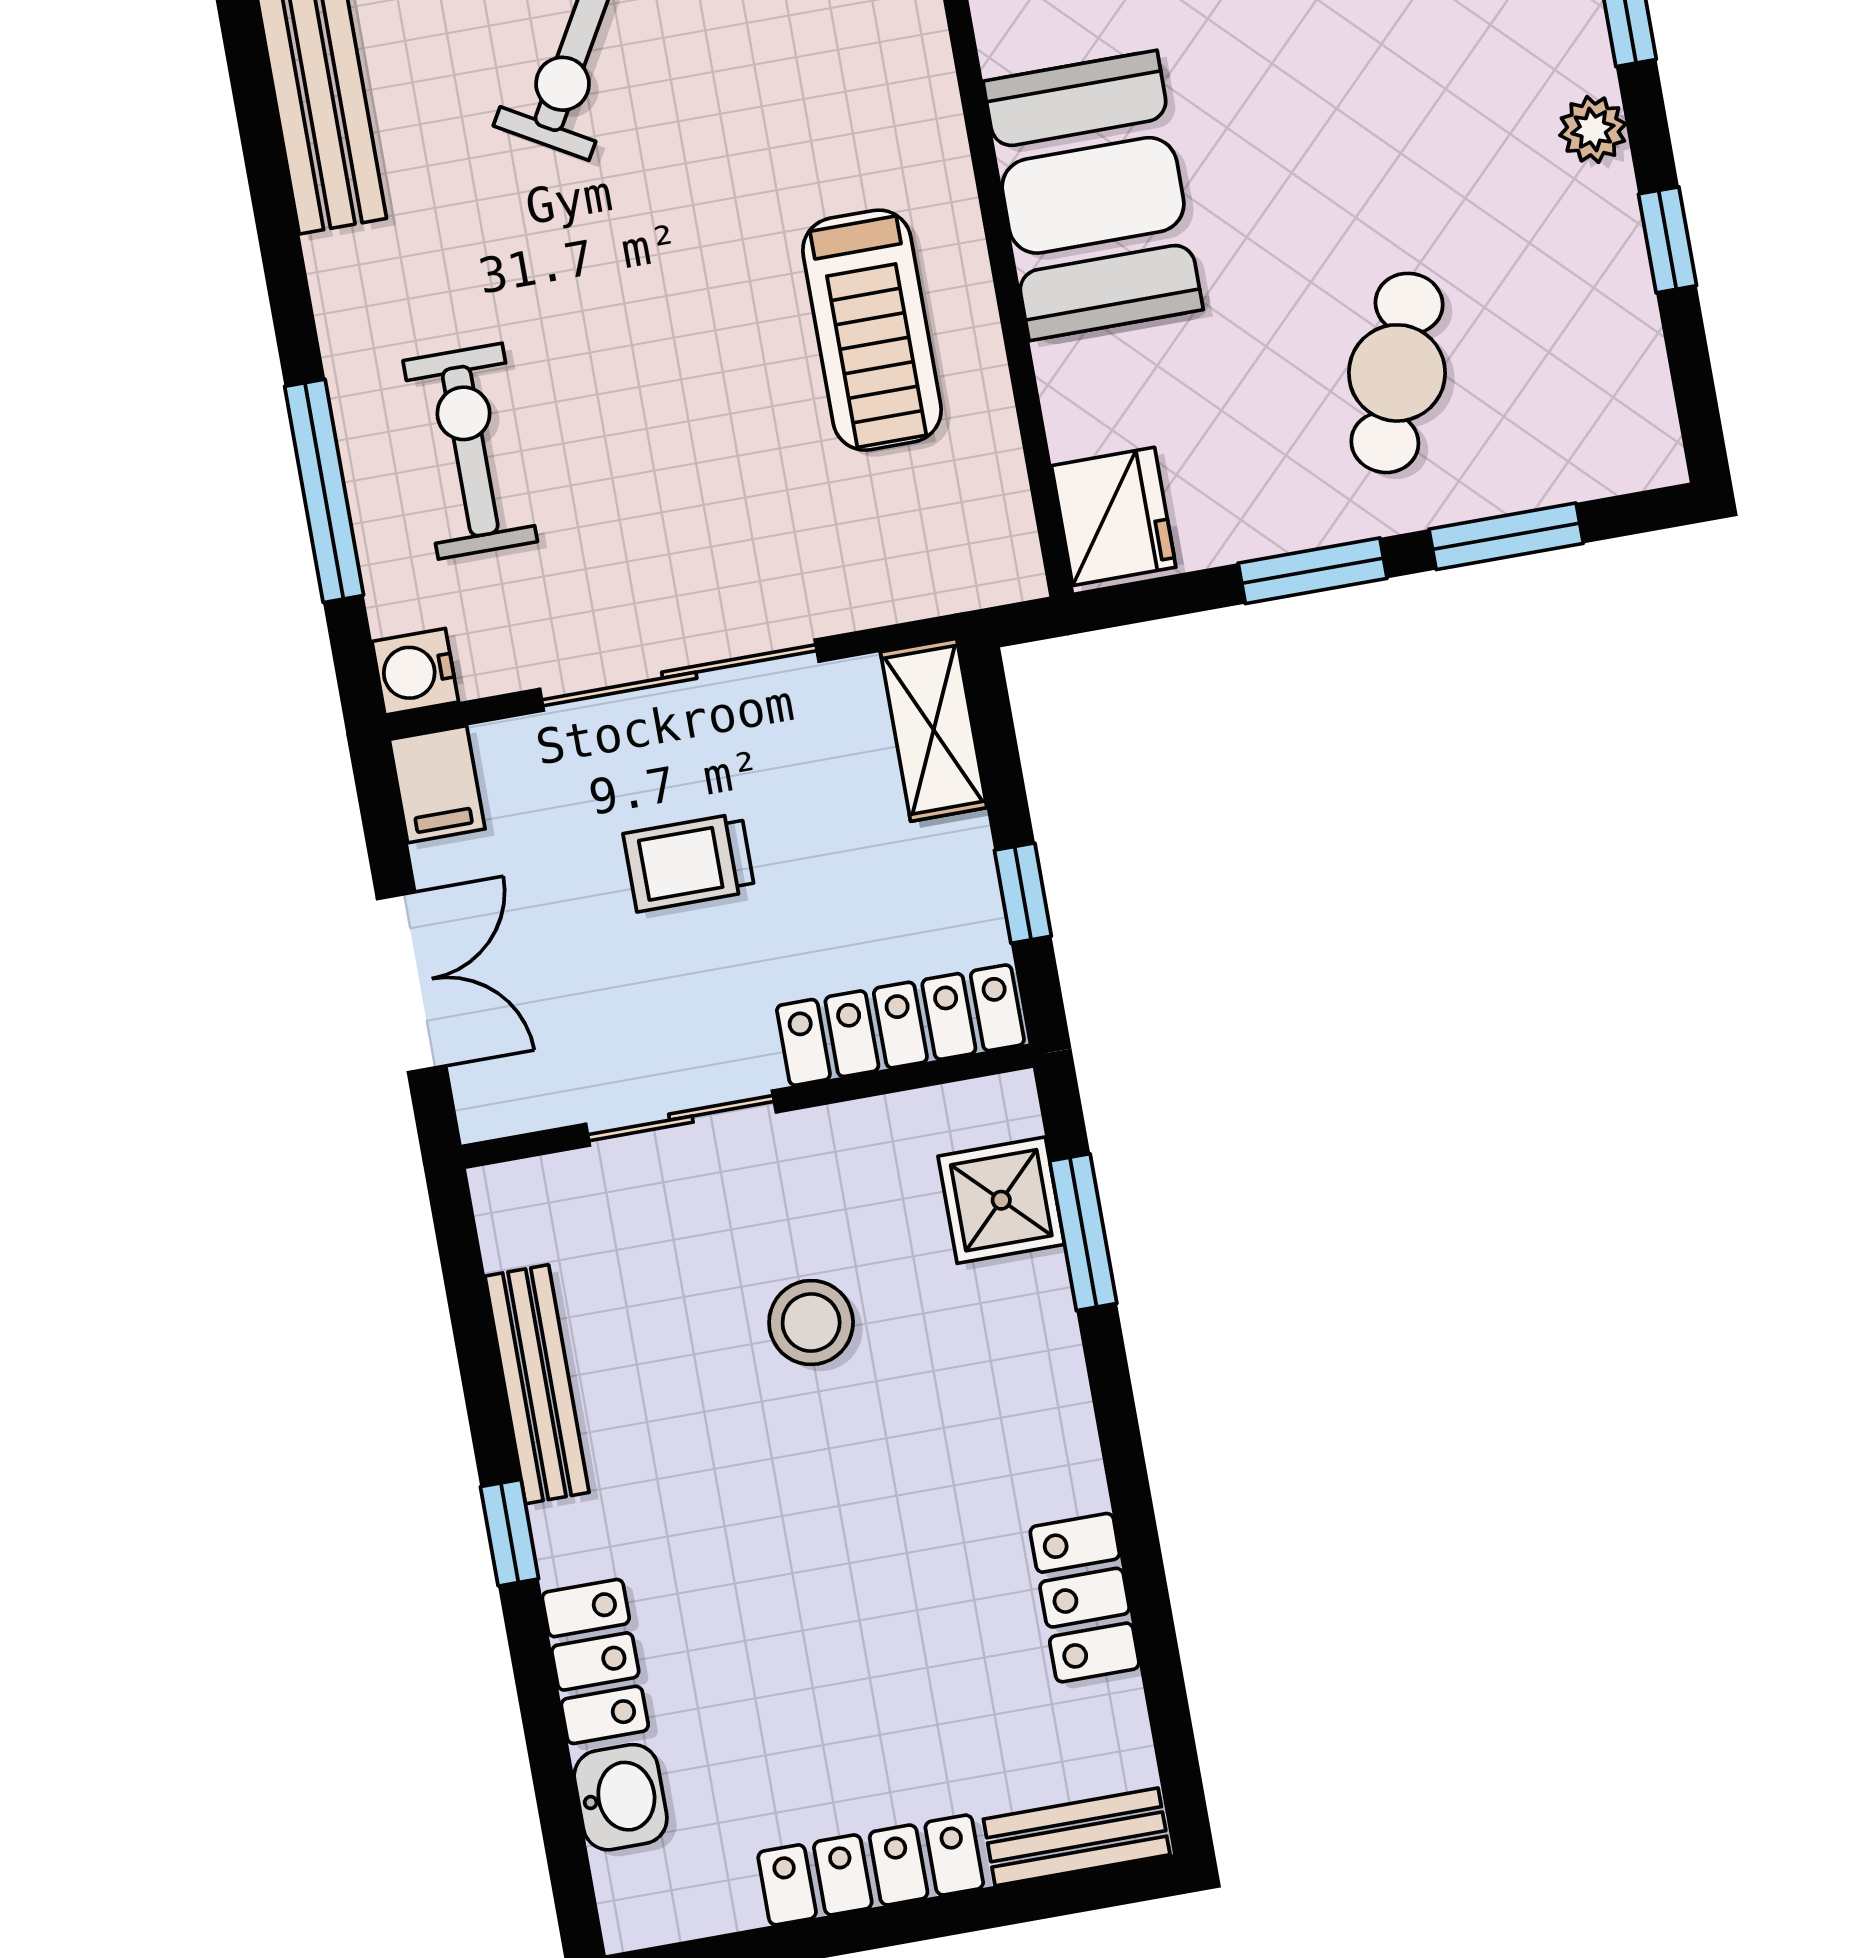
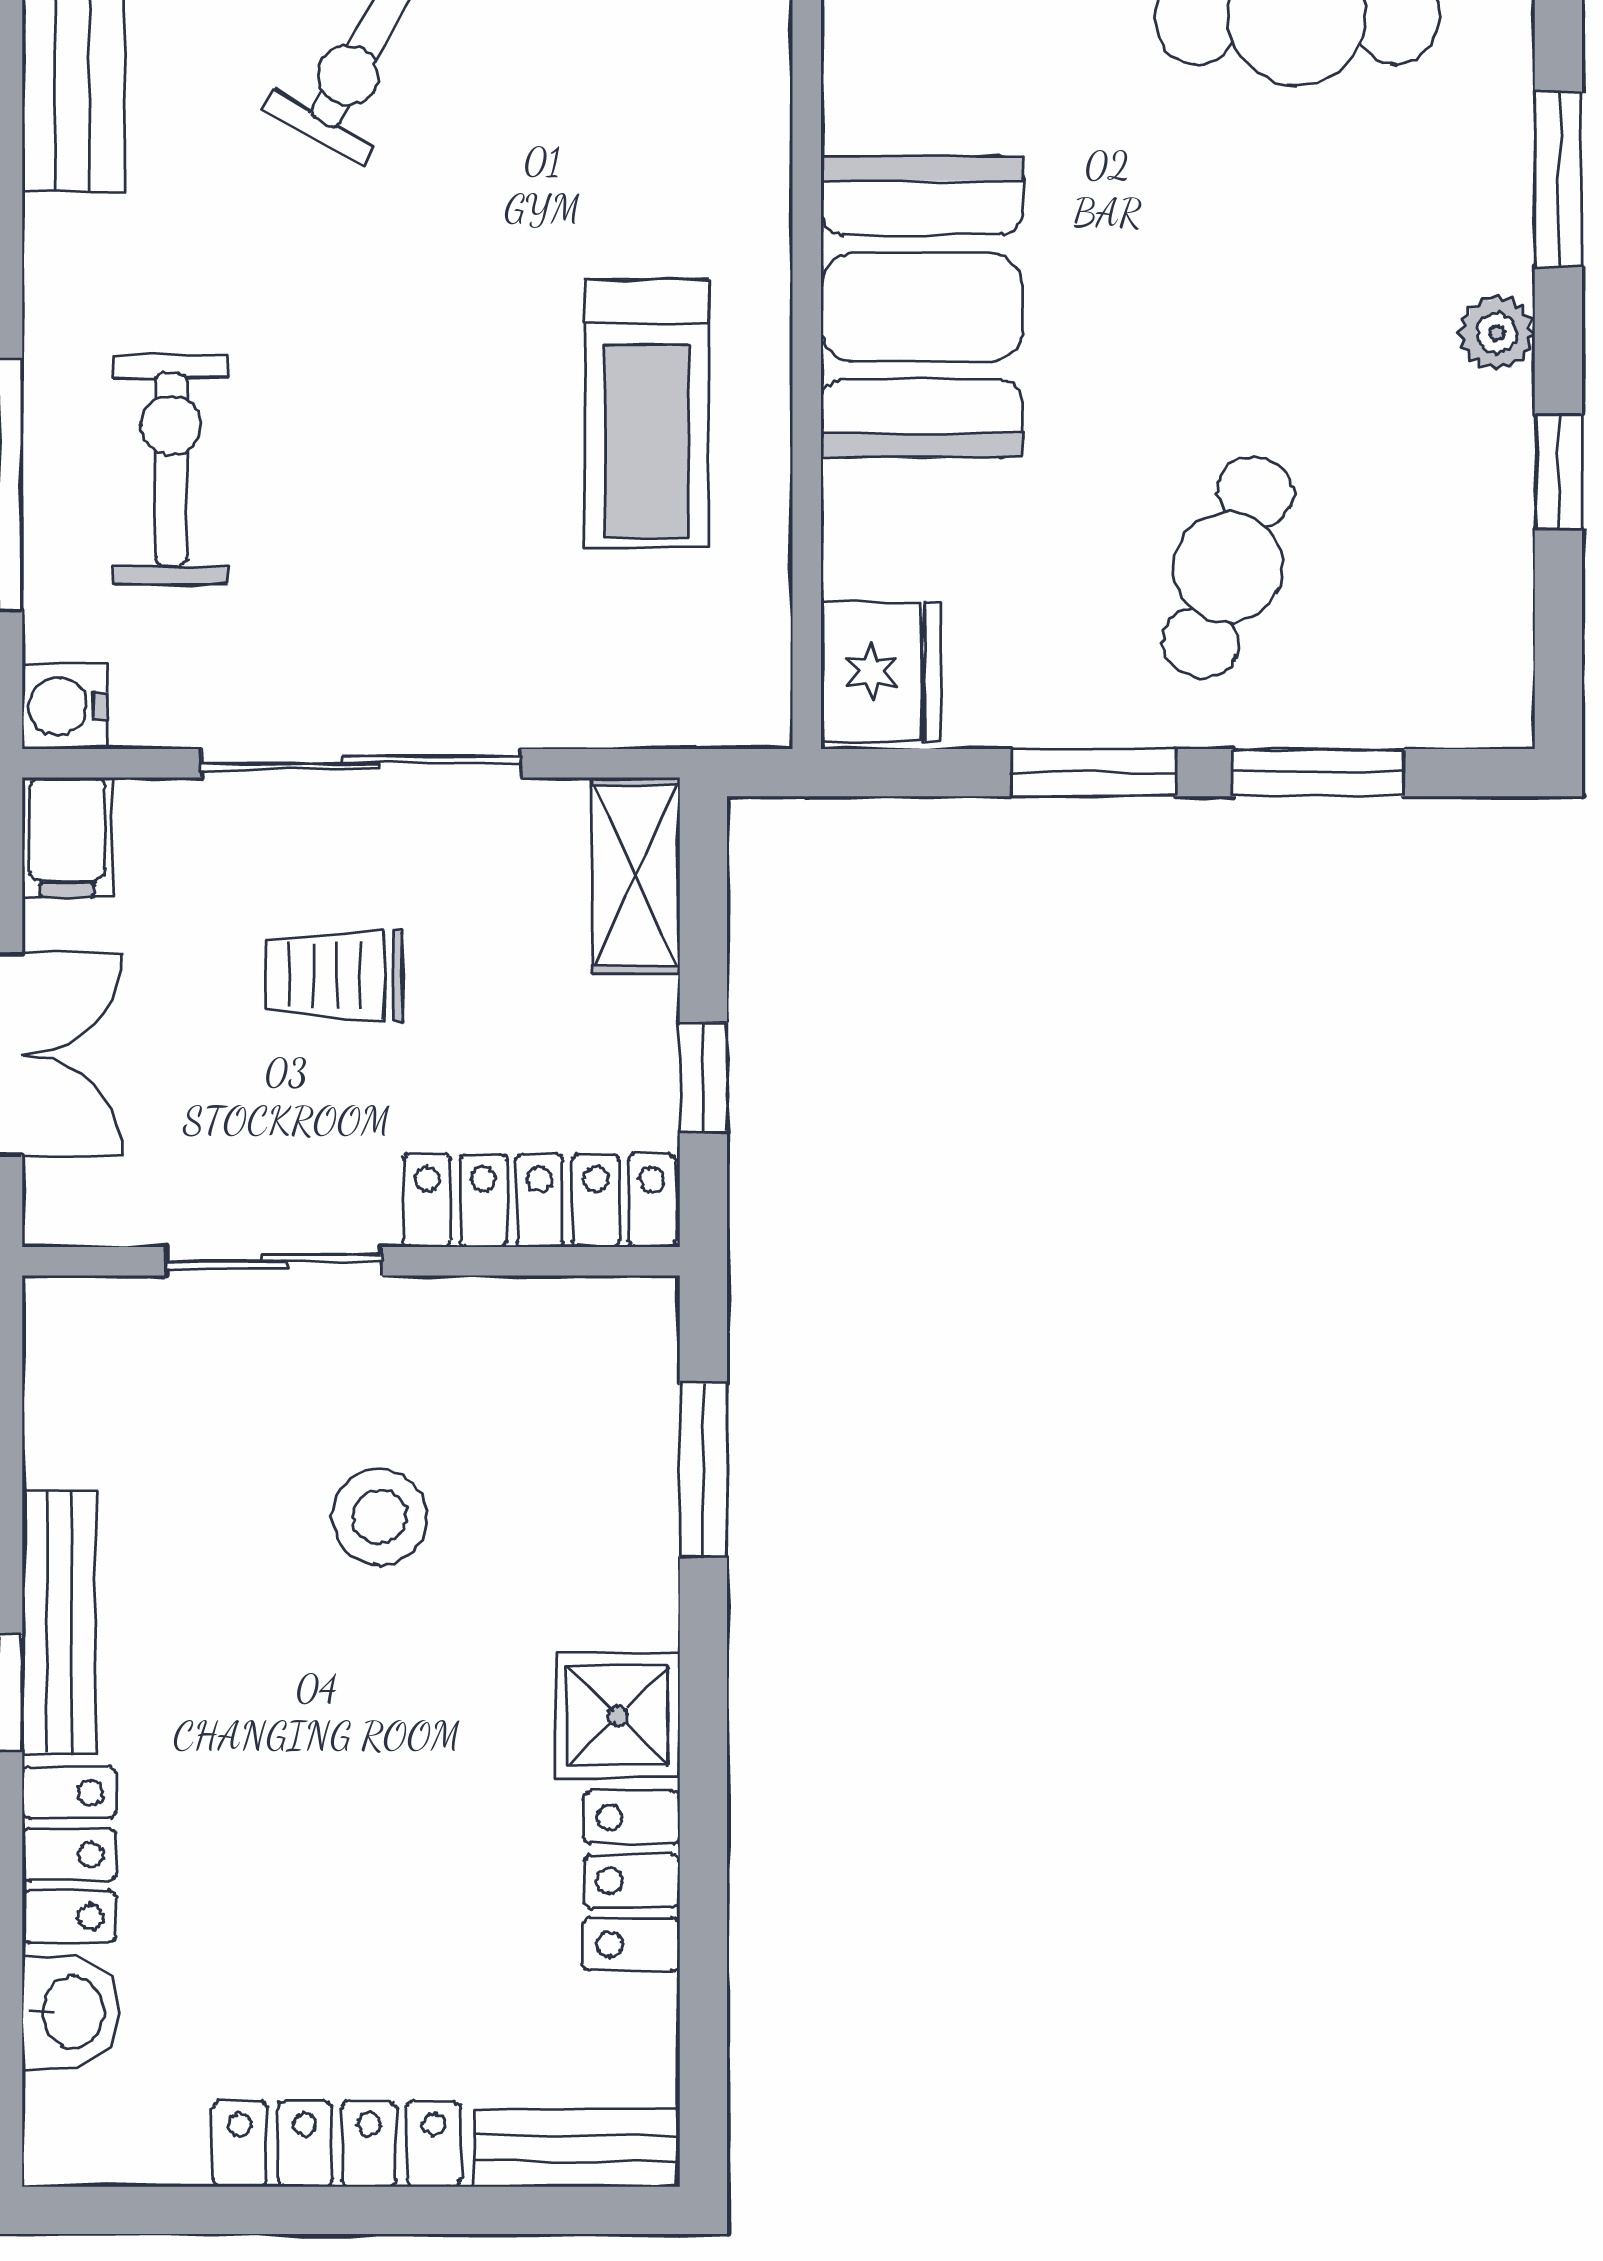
shower: (1001, 1200) -> (618, 1716), moved
bench: (537, 1384) -> (59, 1622), moved

